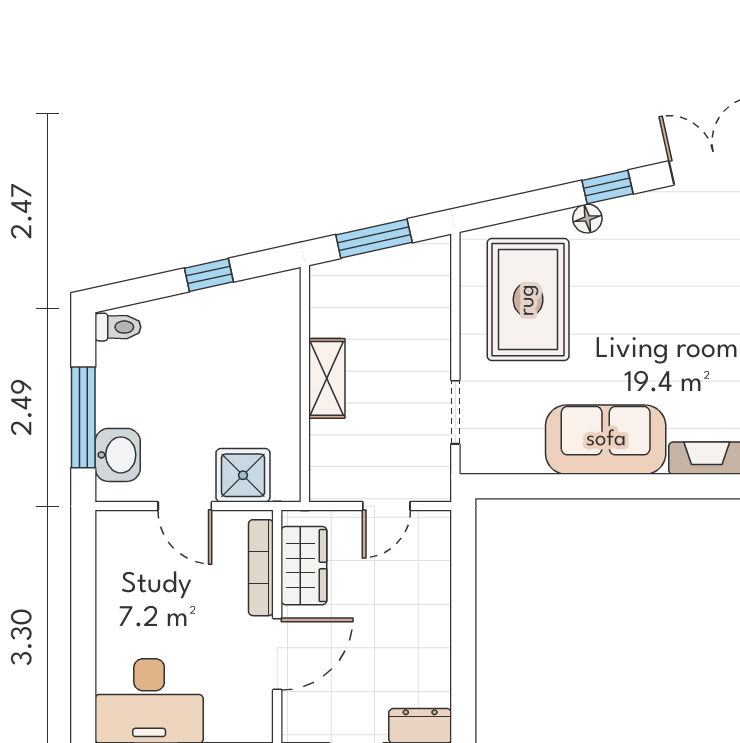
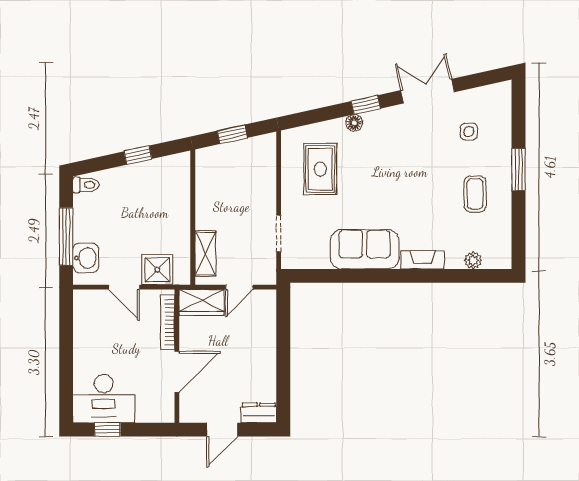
window: (374, 239) -> (232, 134), width x0.67
rug: (528, 300) -> (320, 169), width x0.73, depth x0.70
shelving: (327, 378) -> (205, 253), moved
wardrobe: (304, 566) -> (202, 302), moved, turned 90

